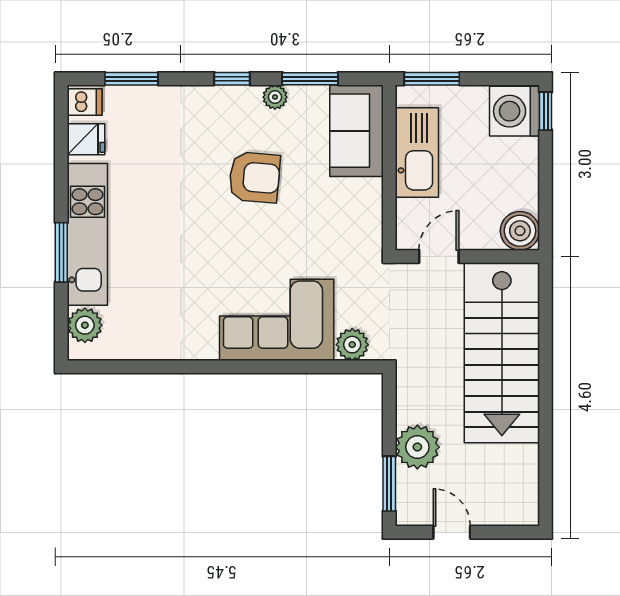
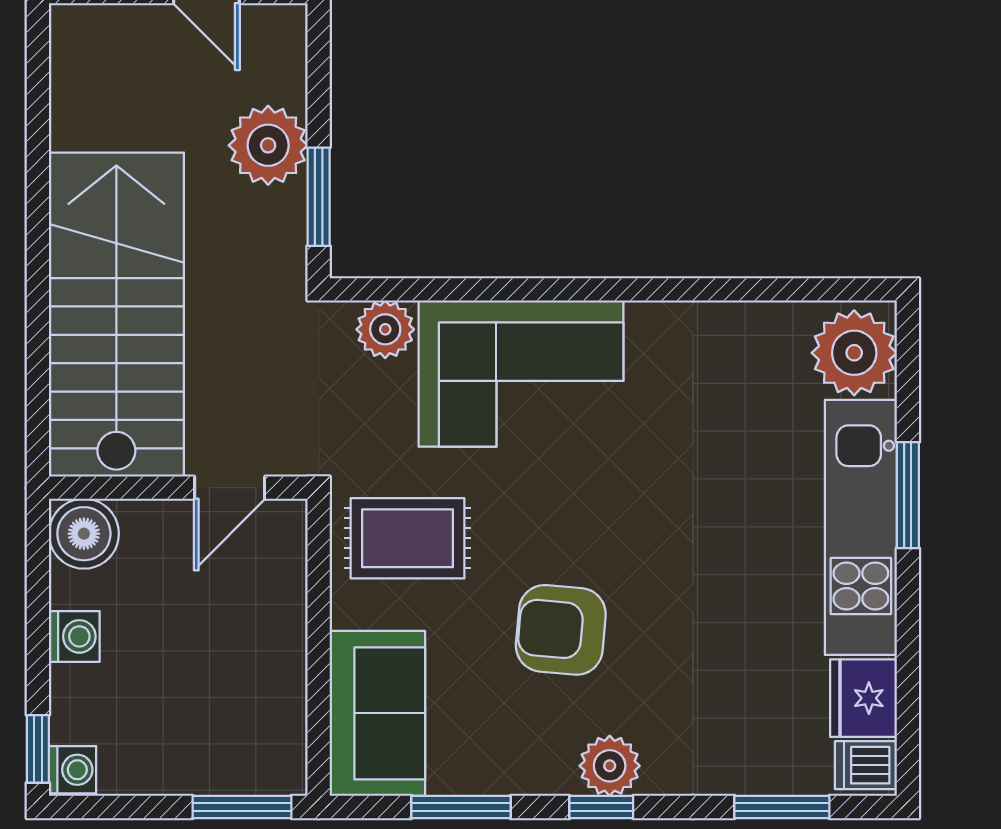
plant: (275, 97) -> (610, 766), moved, width x1.38, depth x1.38
washing machine: (515, 111) -> (73, 770), width x0.53, depth x0.53
fridge: (86, 139) -> (863, 698), width x1.38
kitchen sink: (417, 152) -> (269, 675), removed
washing machine: (525, 174) -> (74, 636), added
rug: (340, 228) -> (408, 538), added
plant: (85, 325) -> (854, 353), width x1.36, depth x1.36
window: (389, 484) -> (319, 197), moved

